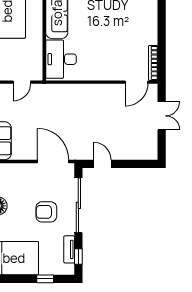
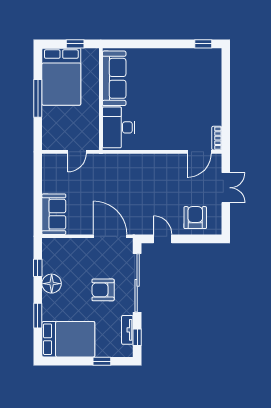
bookcase: (153, 63) -> (217, 138), width x0.64
armchair: (133, 144) -> (195, 218), added

